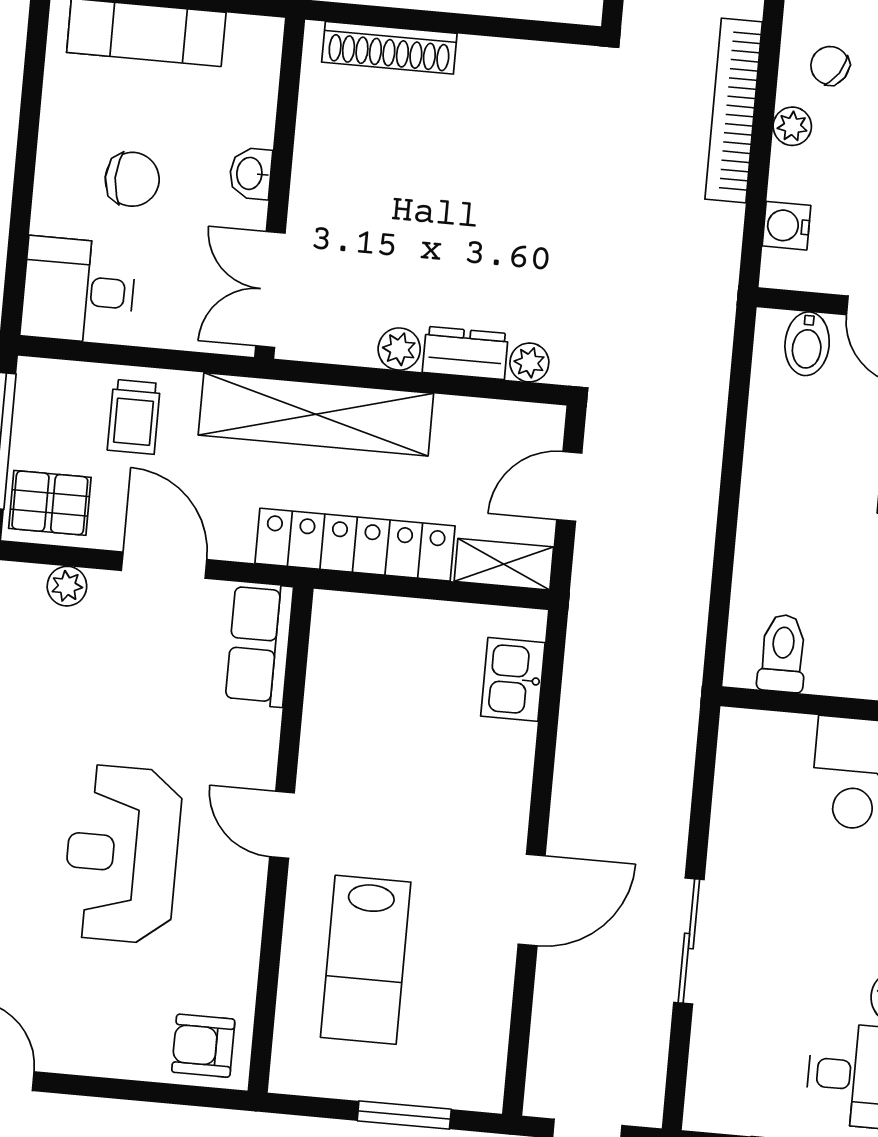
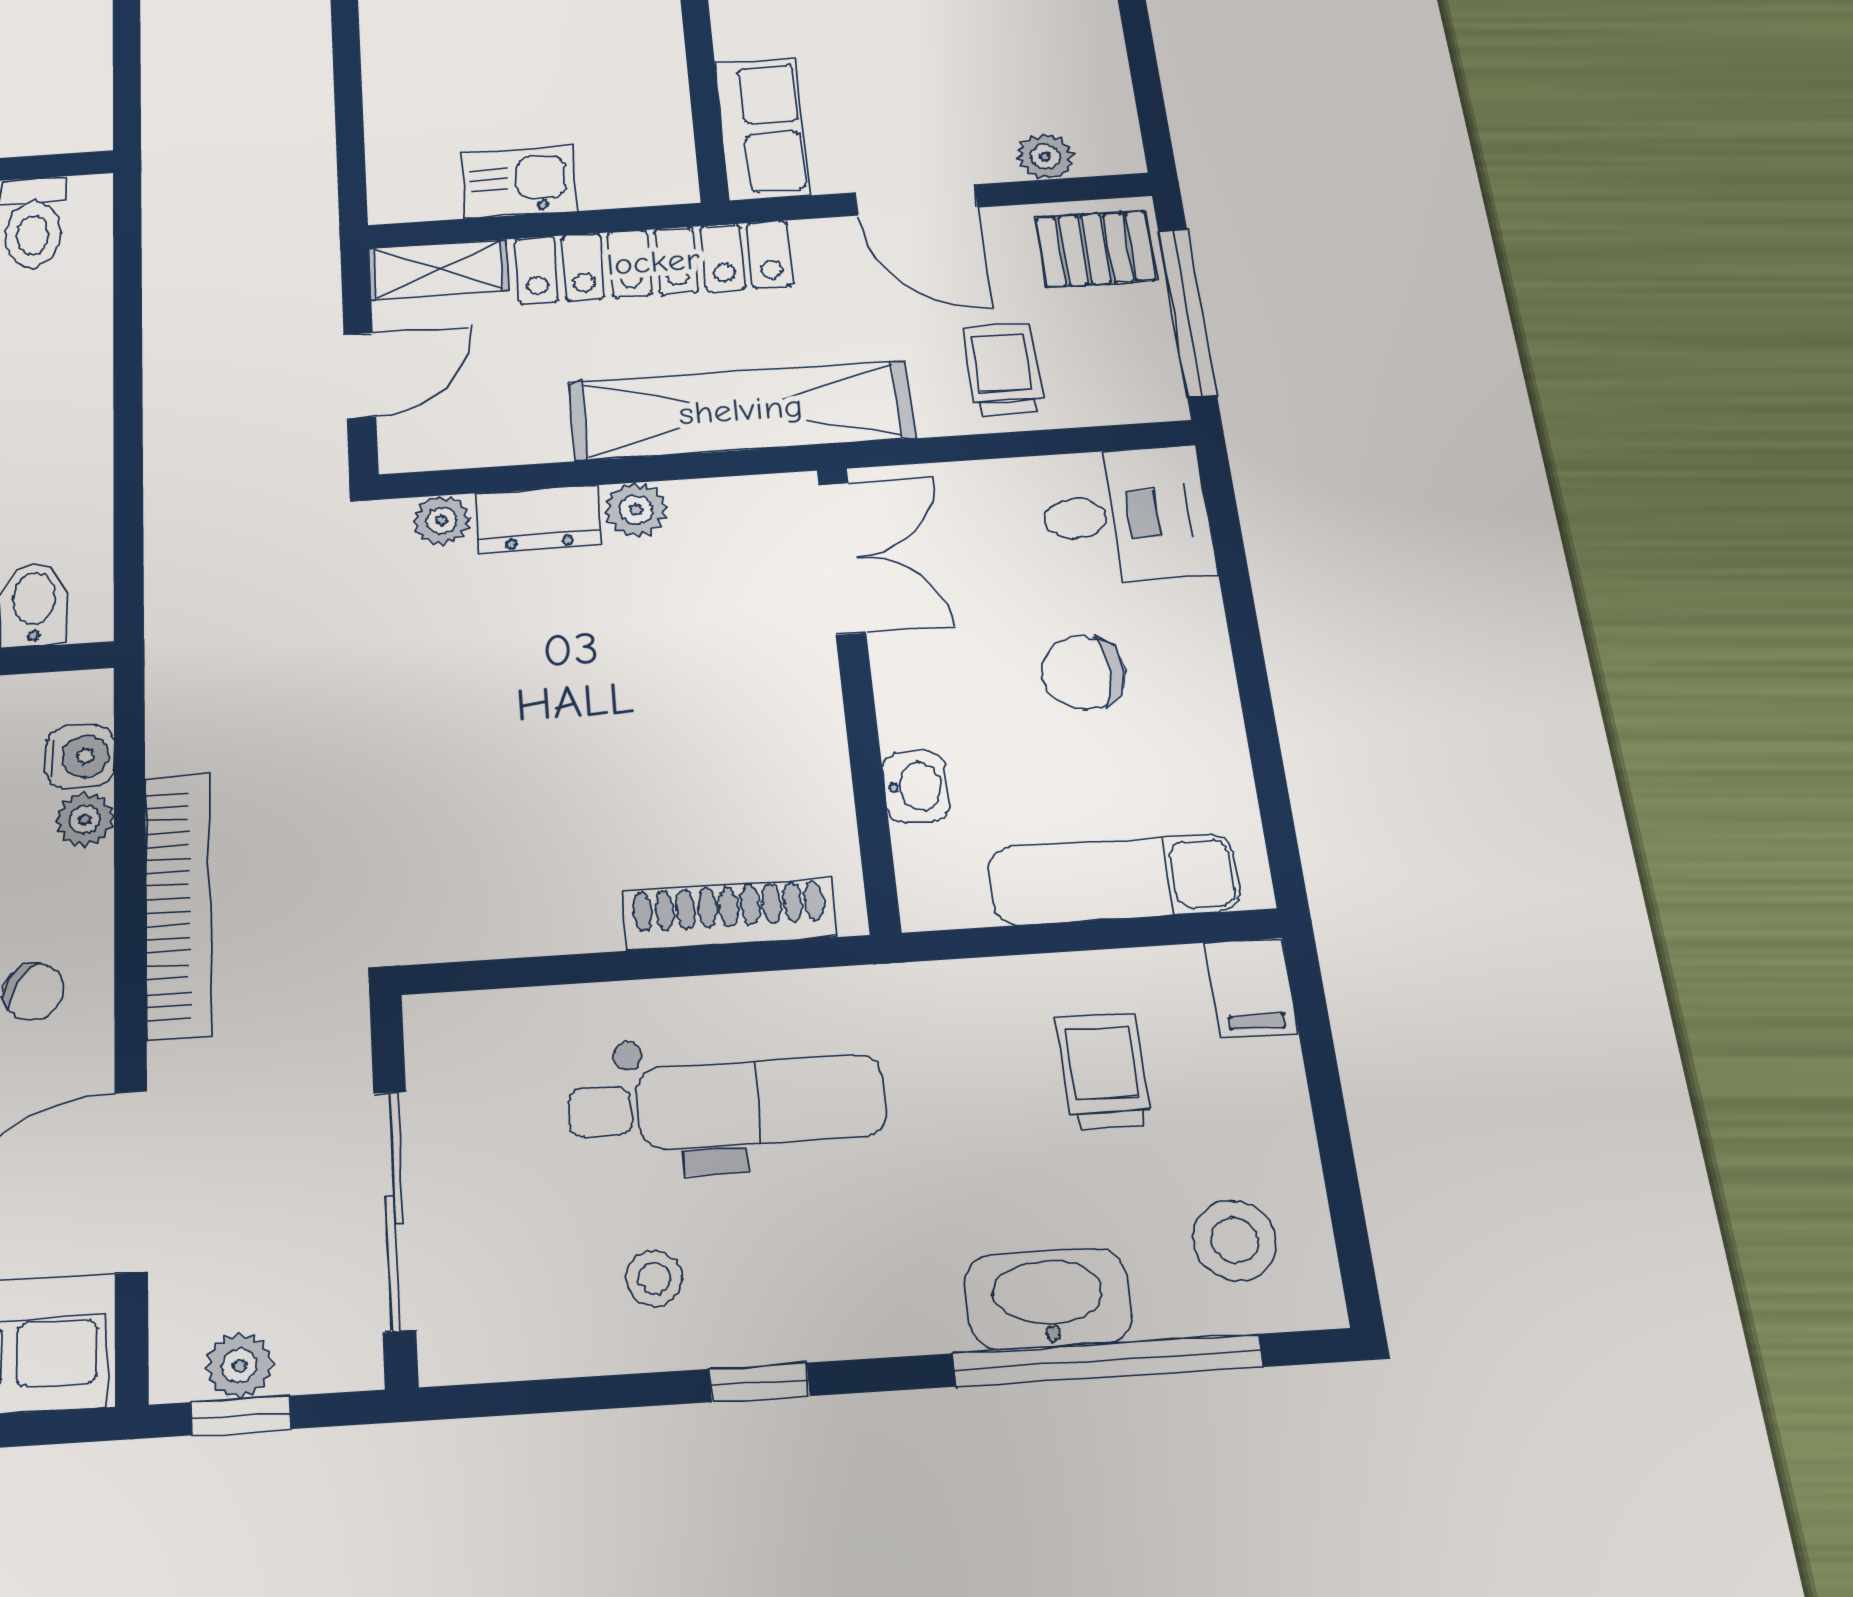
plant: (792, 126) -> (85, 819), moved
washbasin: (251, 174) -> (916, 787), moved
kitchen sink: (513, 679) -> (519, 182), moved, turned -90

